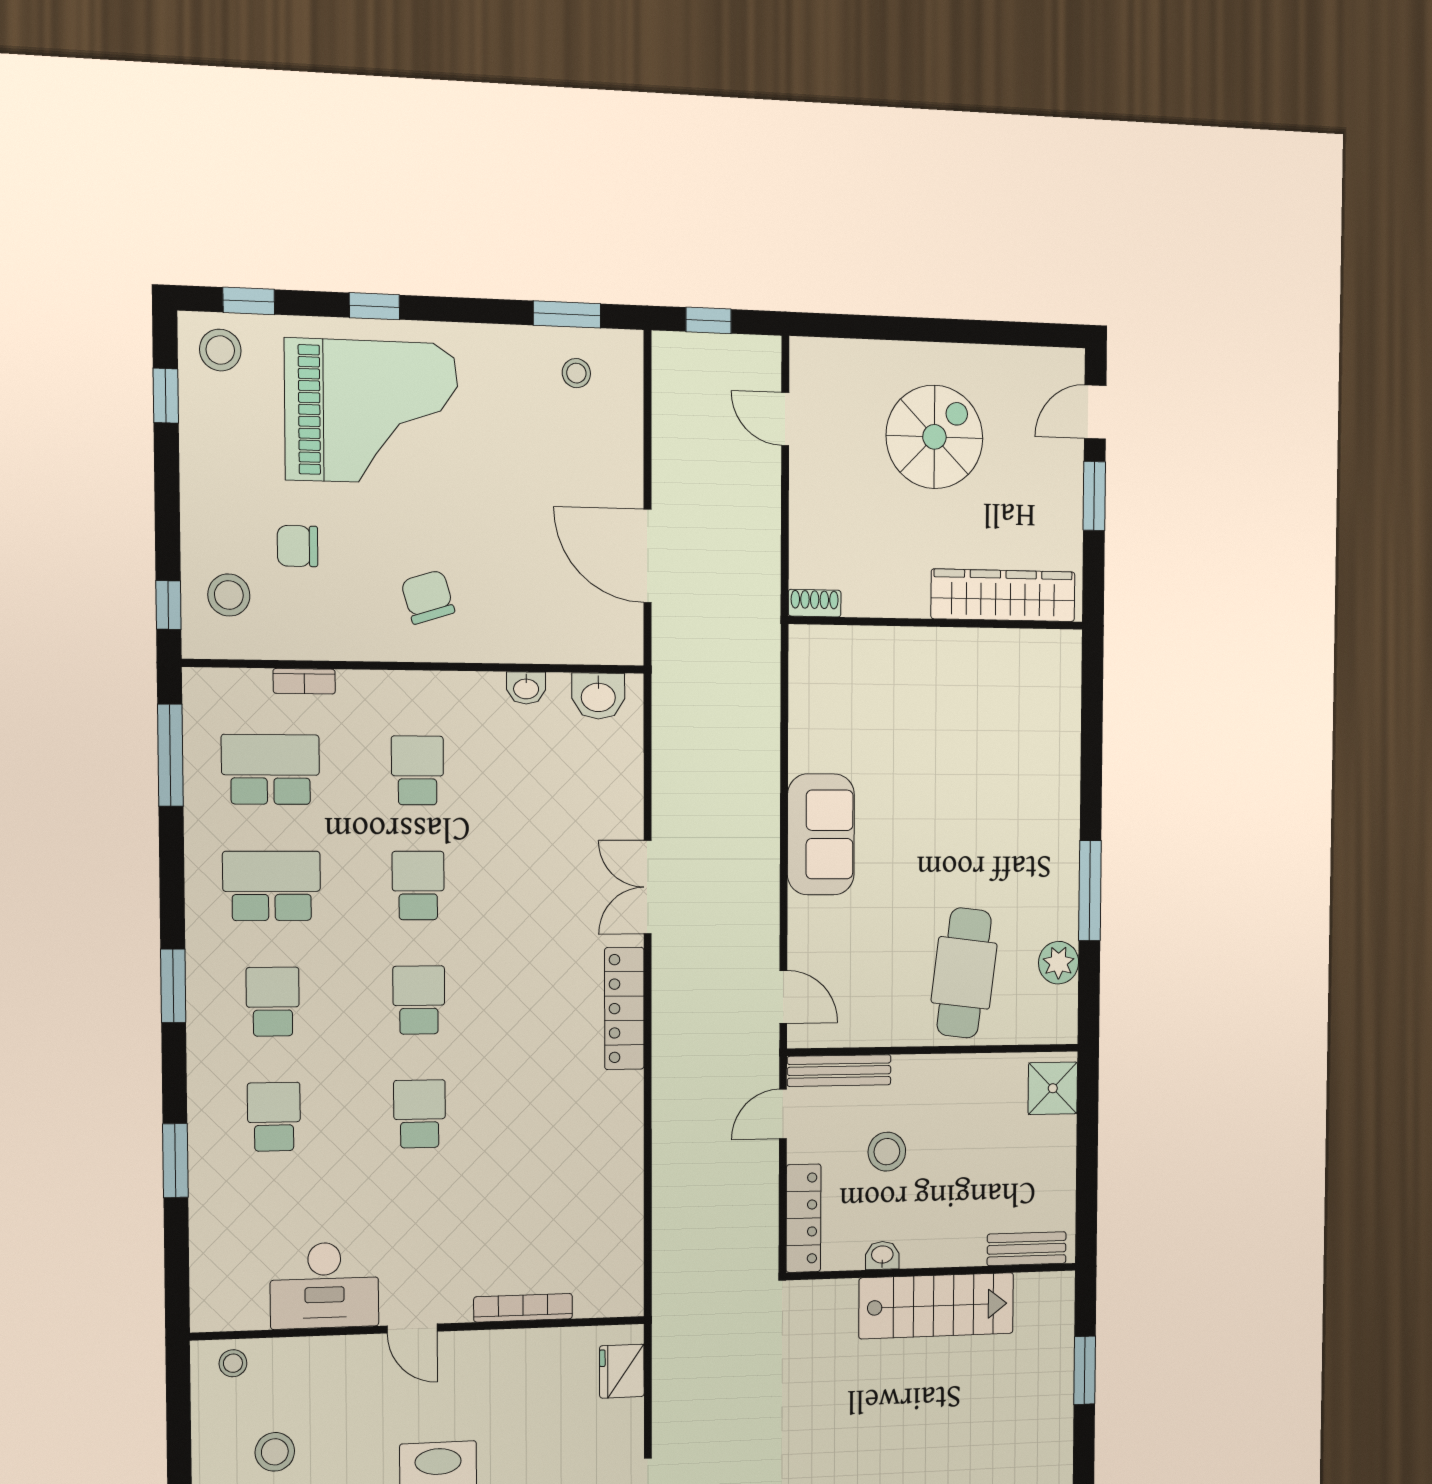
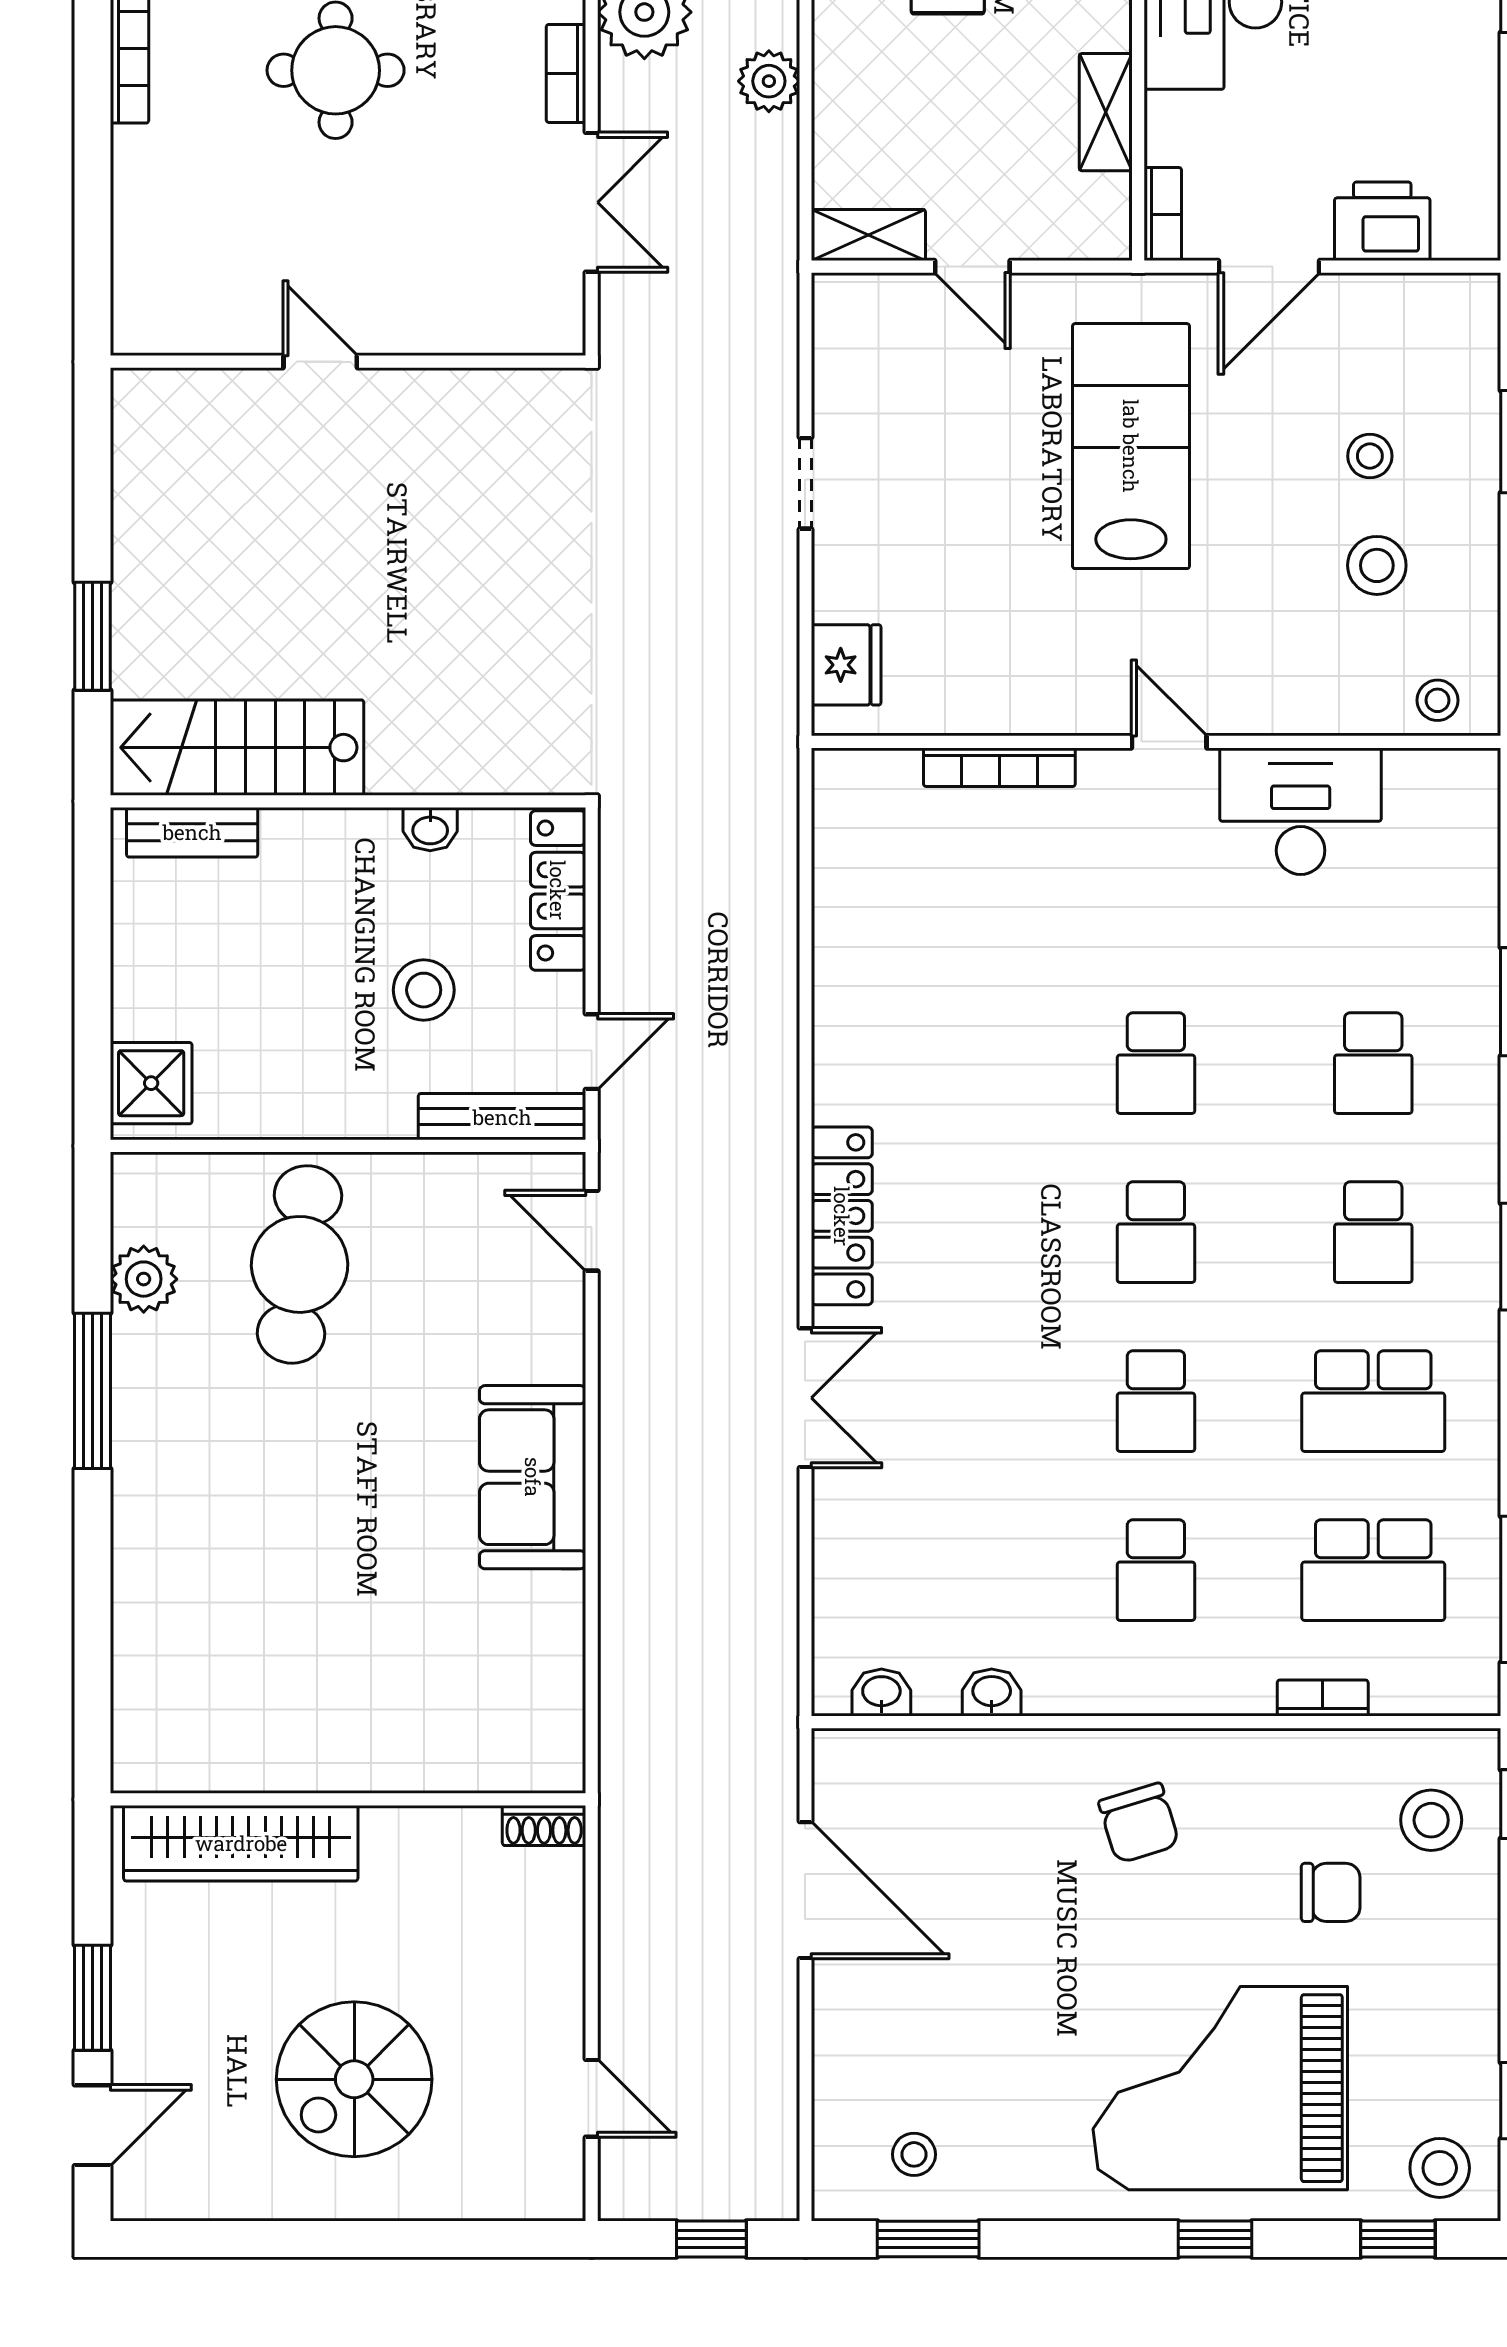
washbasin: (598, 696) -> (881, 1693), width x0.72, depth x0.69
stairs: (936, 1306) -> (237, 748), moved

